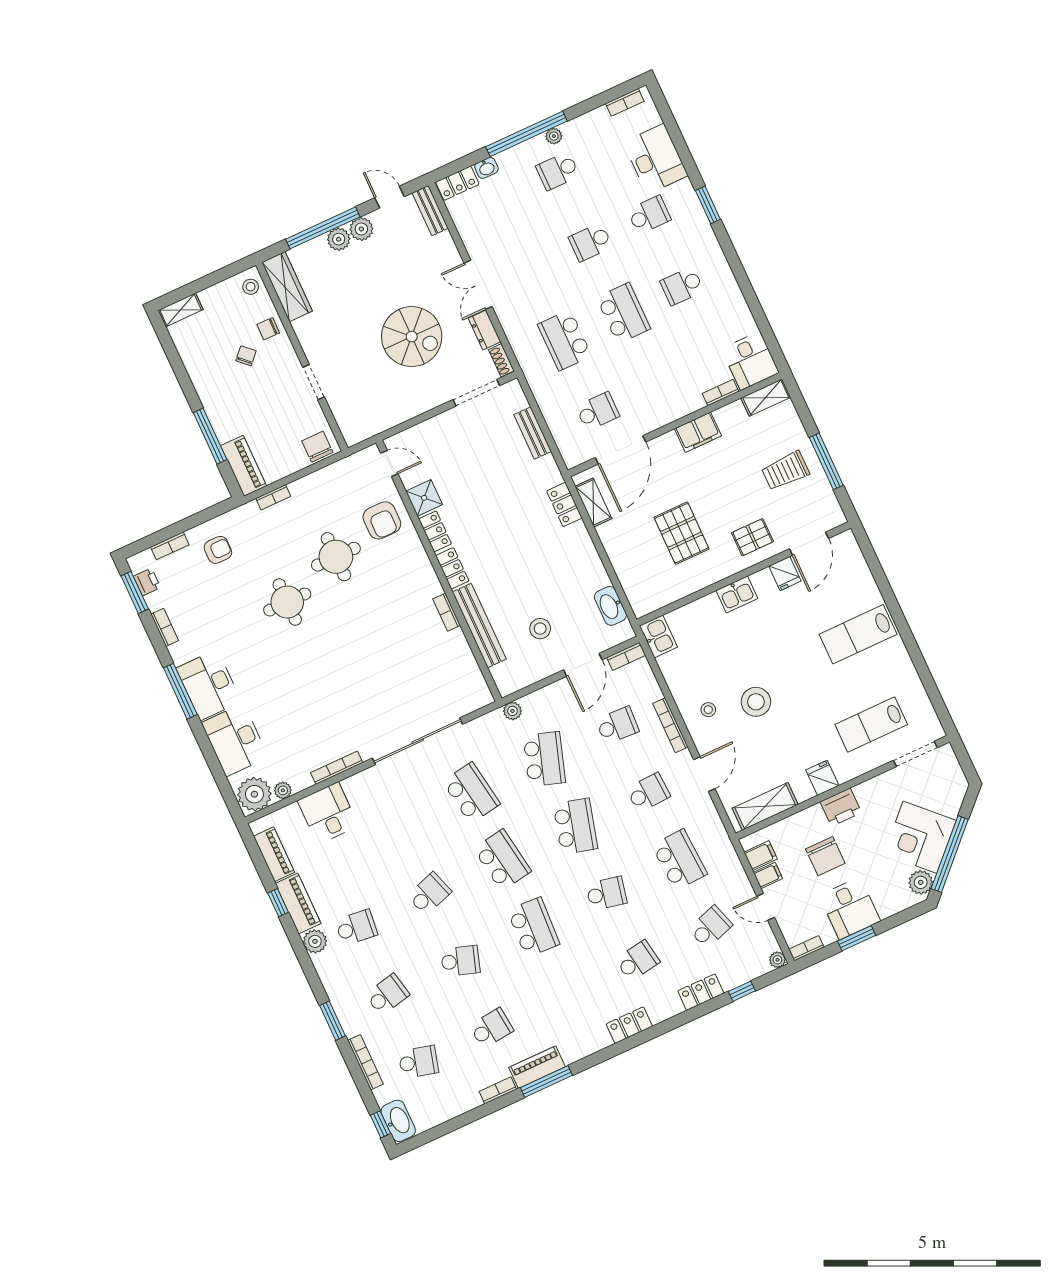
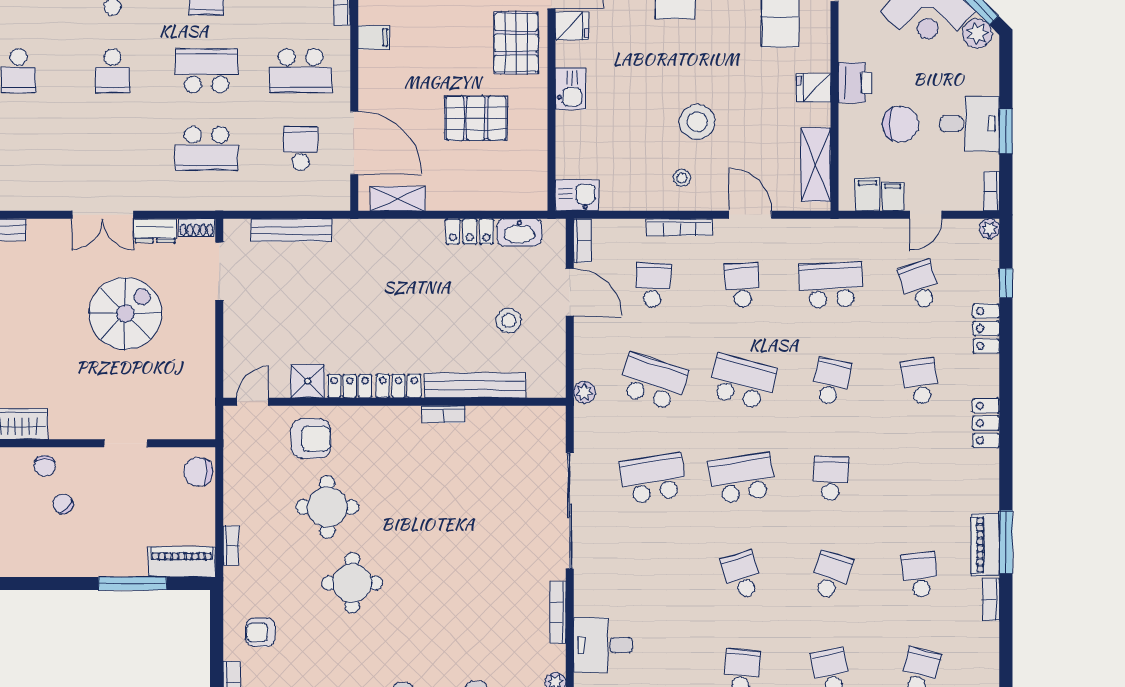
school desk: (656, 384) -> (301, 71), added
filing cabinet: (698, 432) -> (374, 37), width x0.50
bench: (533, 433) -> (292, 230), width x1.36
locker: (564, 504) -> (470, 231), moved
pallet: (752, 537) -> (516, 43), width x1.50, depth x1.42
armchair: (218, 550) -> (260, 632), turned -90
school desk: (533, 927) -> (831, 478), width x0.54

